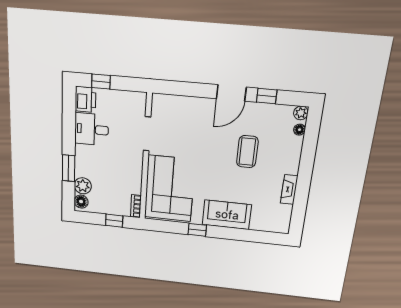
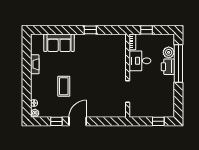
printer: (85, 99) -> (168, 67), moved
desk: (92, 129) -> (140, 61), moved, turned 180
window: (69, 168) -> (178, 64), width x2.11
corner sofa: (169, 189) -> (111, 57), removed
floor lamp: (81, 202) -> (170, 41), removed
sofa: (227, 215) -> (59, 43), moved

